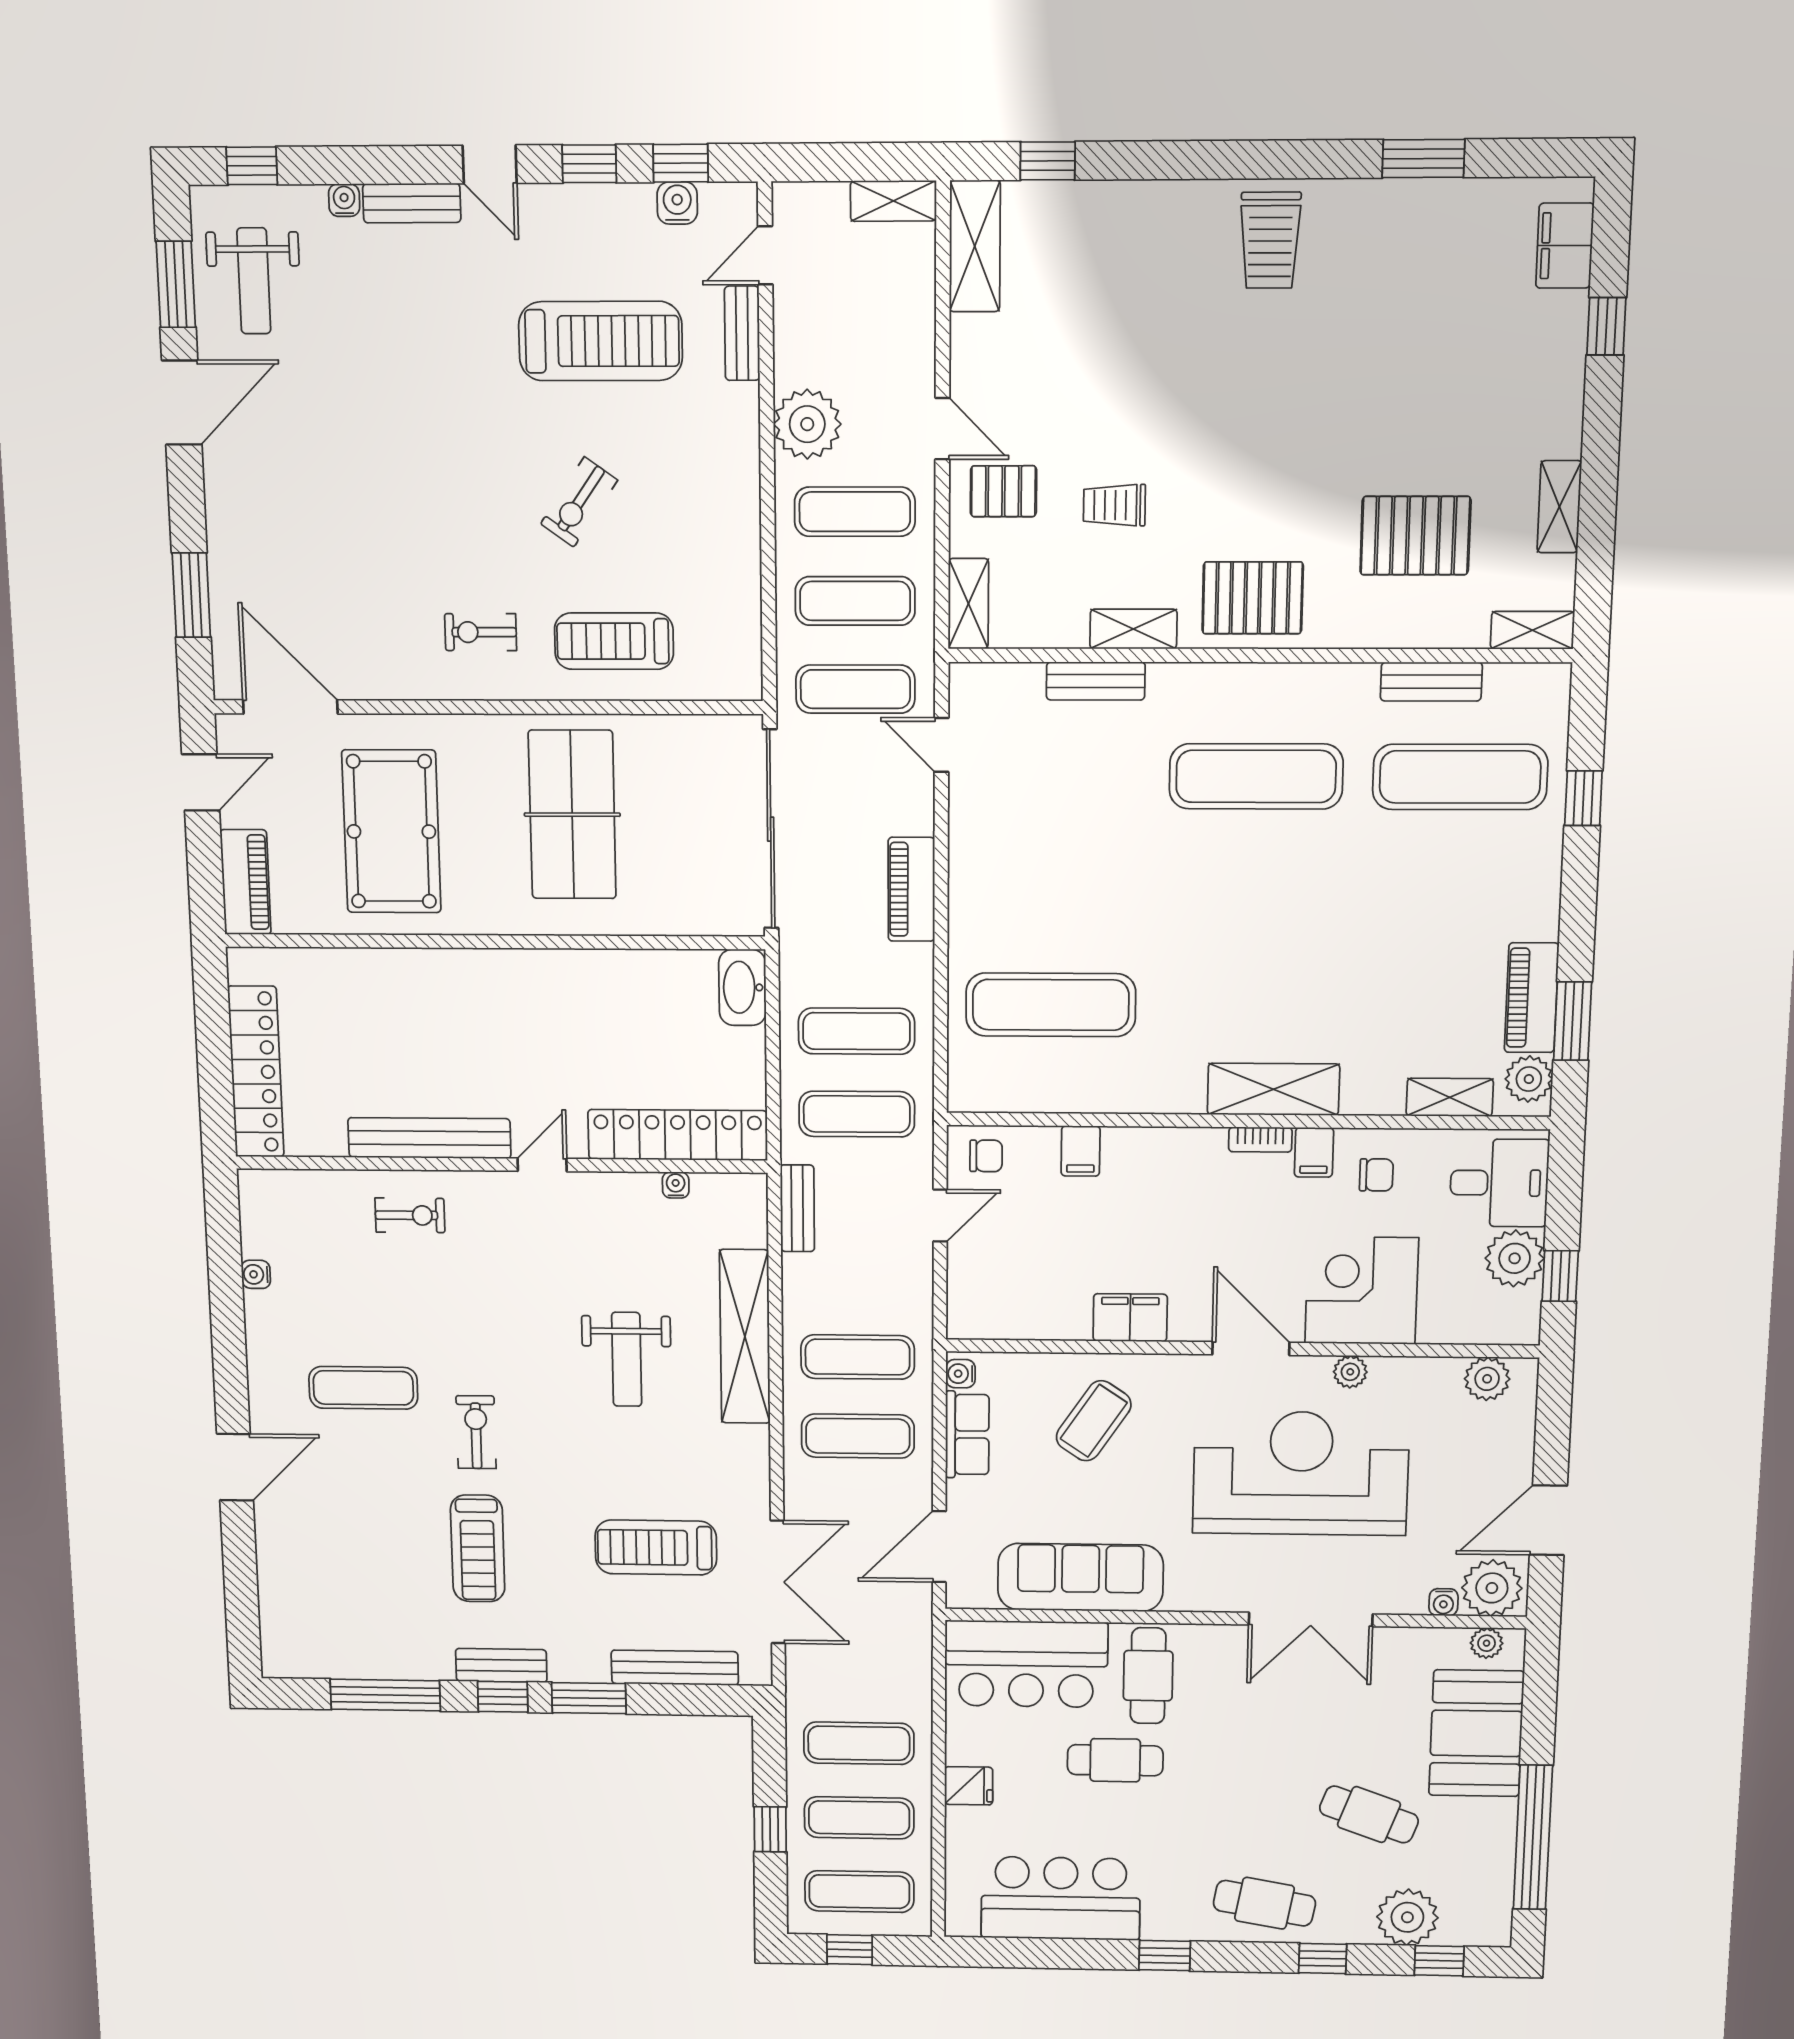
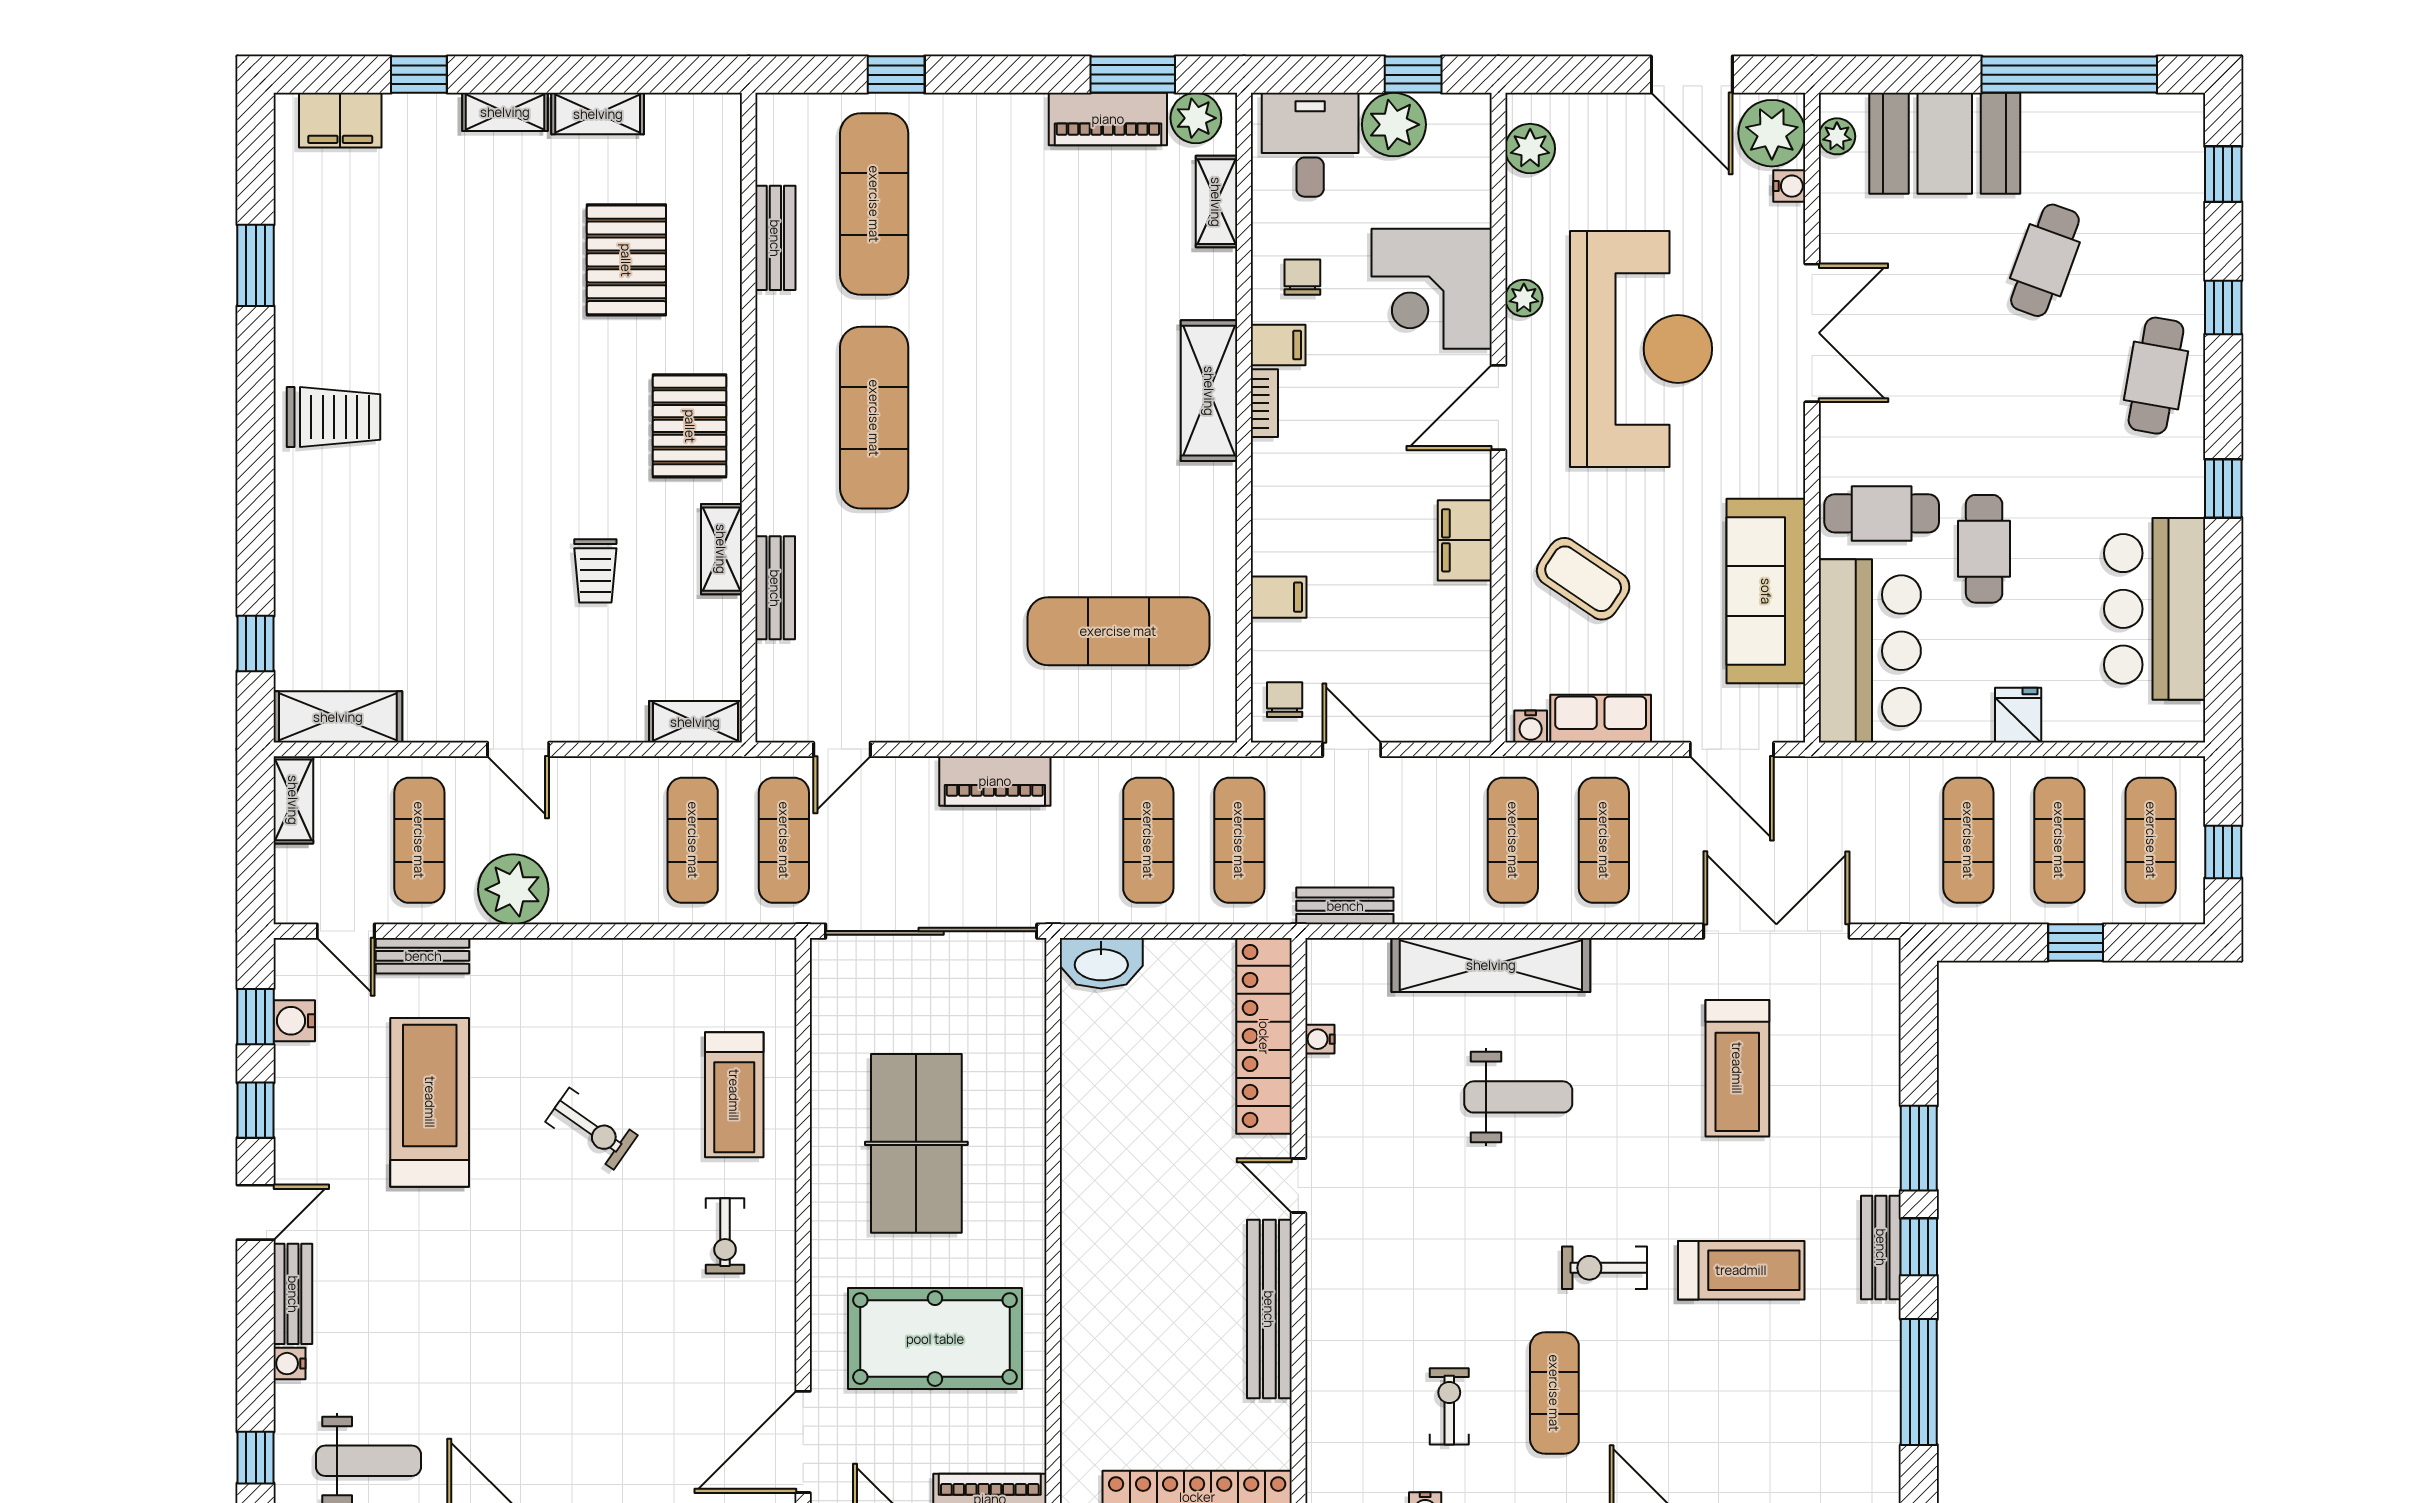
door: (942, 429) -> (518, 749), swing flipped
pallet: (1003, 491) -> (581, 686), removed
exercise mat: (855, 512) -> (419, 840), moved
shelving: (1532, 630) -> (505, 112), moved, turned 90
table tennis table: (572, 815) -> (916, 1143), turned 90
exercise mat: (1051, 1005) -> (1118, 631), turned 90
exercise bike: (410, 1215) -> (1449, 1406), moved
reception desk: (1301, 1473) -> (1641, 349), turned 180
bench: (675, 1668) -> (1880, 1049), removed
plant: (1407, 1917) -> (2170, 212), removed

